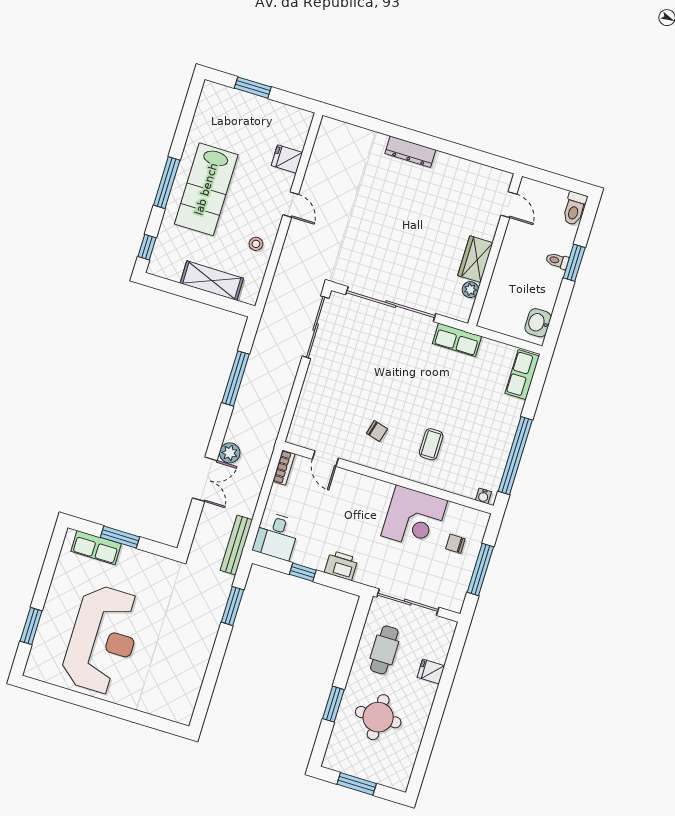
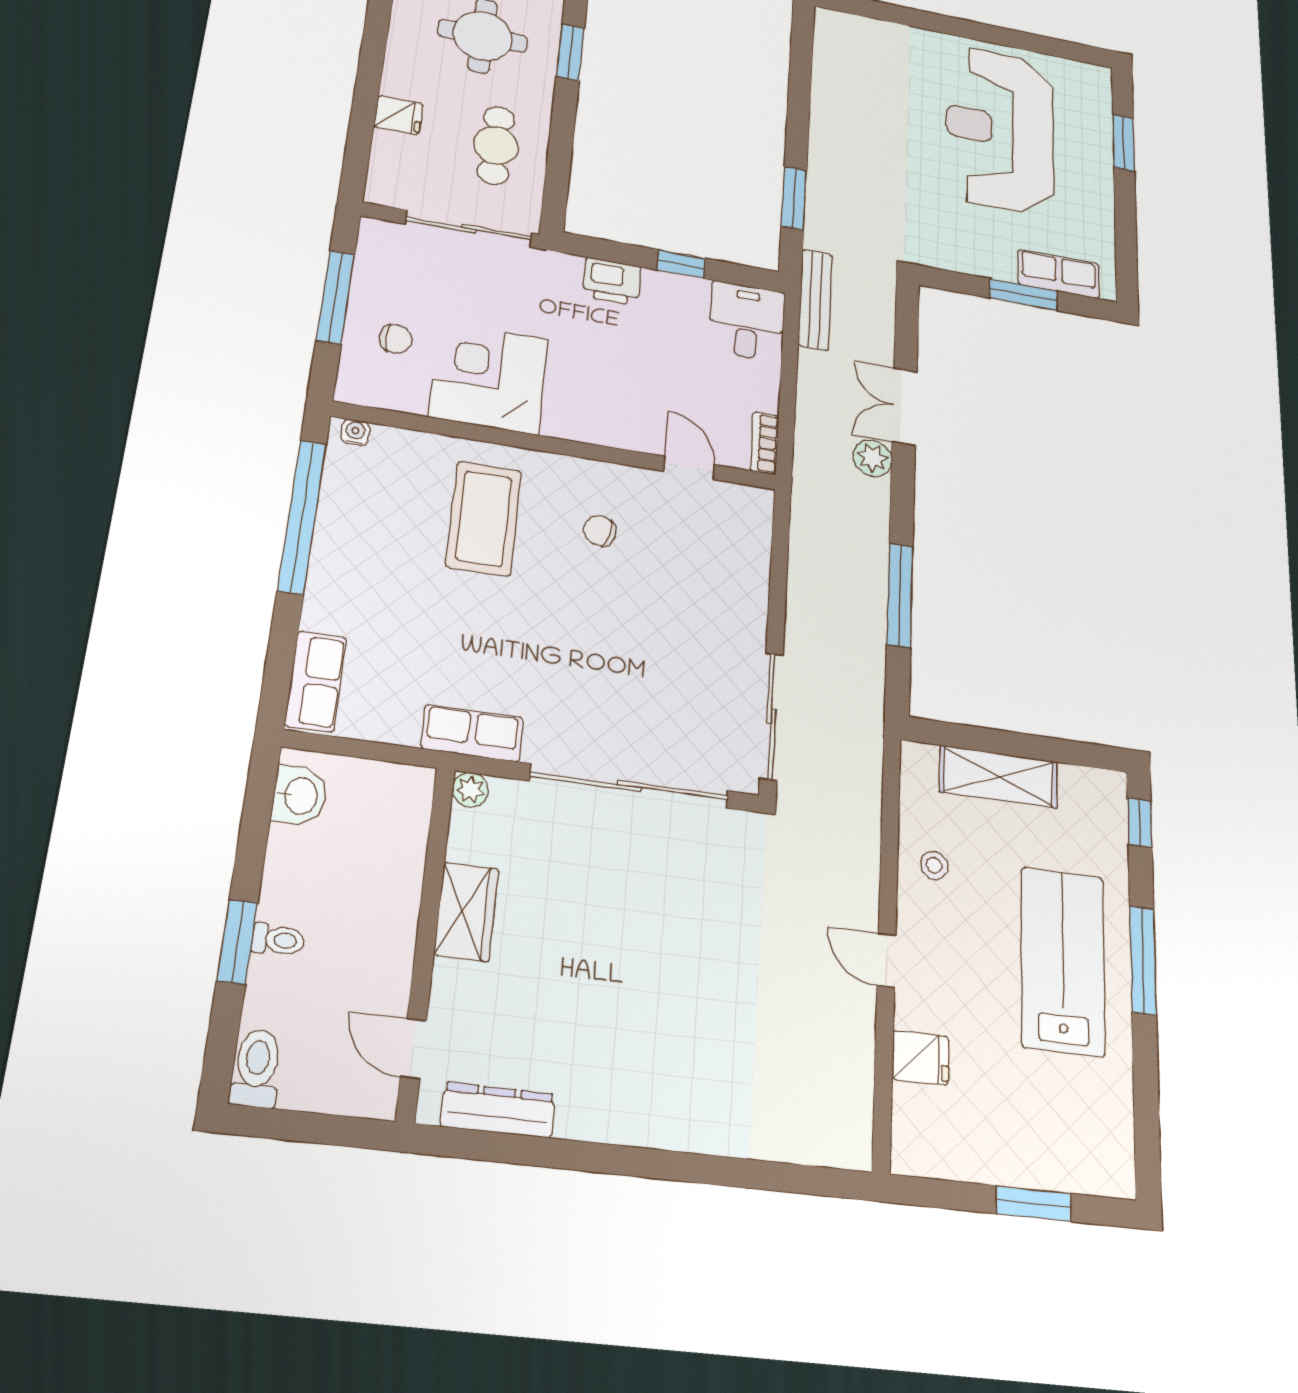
dresser: (410, 152) -> (498, 1110), moved
plant: (470, 290) -> (470, 790), moved
coffee table: (431, 444) -> (484, 519), width x1.86, depth x1.72

